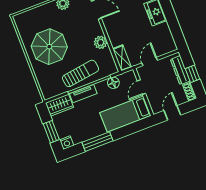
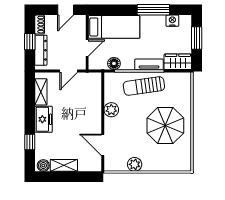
shelving: (122, 58) -> (41, 92), moved
nightstand: (67, 143) -> (172, 21), moved

